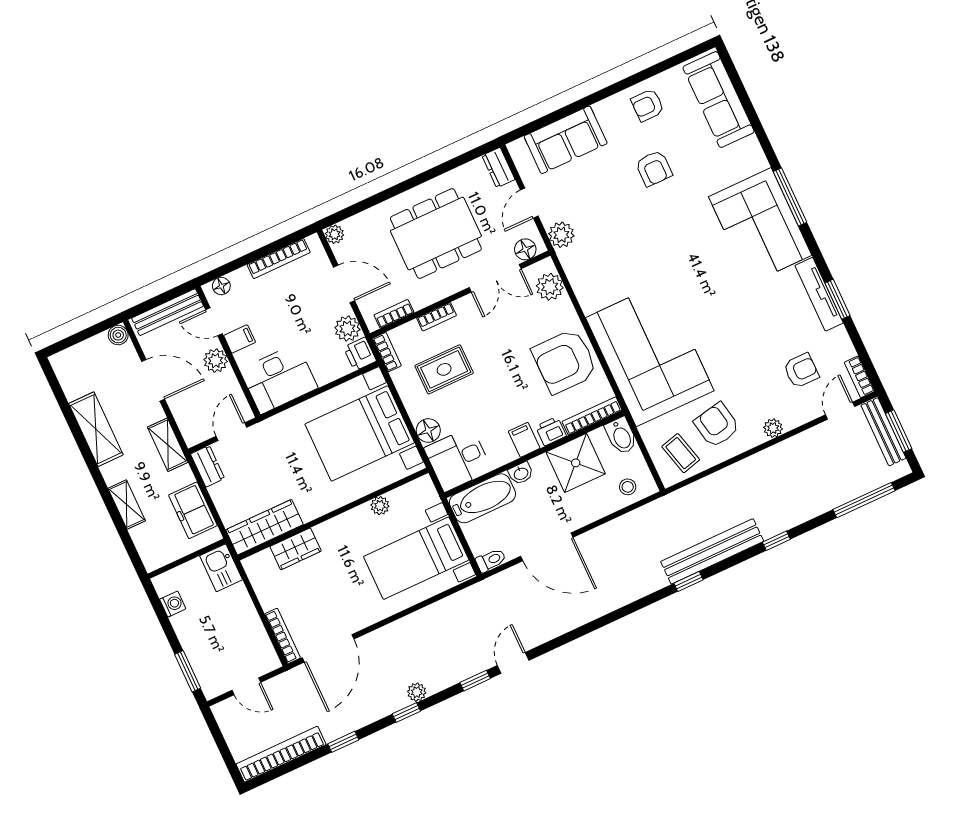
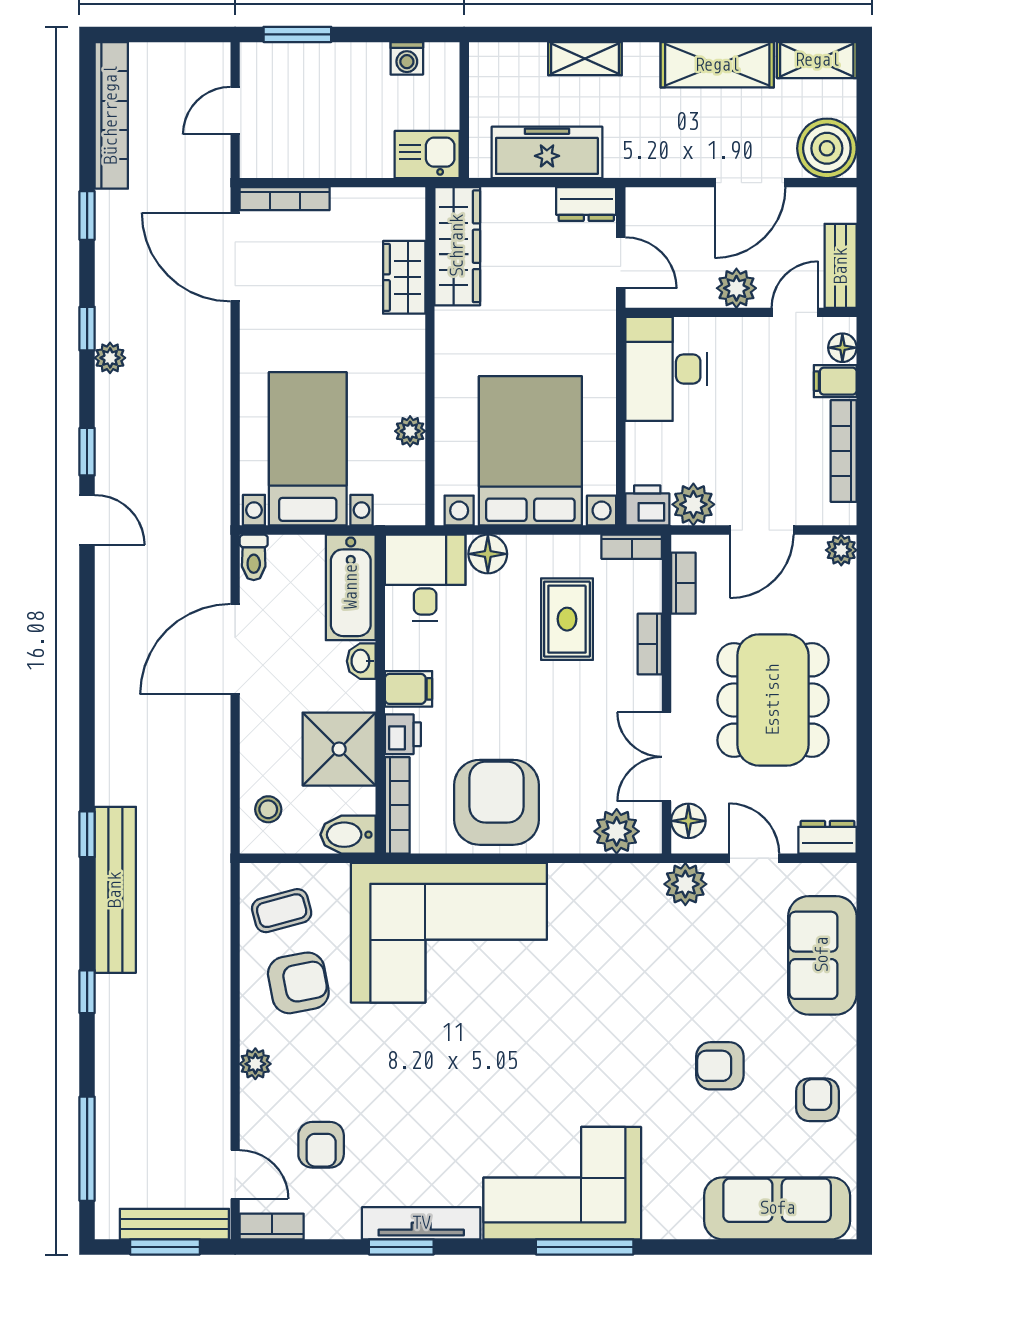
bench: (168, 312) -> (841, 266), width x0.73
boiler: (118, 335) -> (827, 148), width x1.86, depth x1.86
filing cabinet: (240, 339) -> (835, 381), moved, turned 90
shelving: (168, 445) -> (817, 60), moved
freezer: (193, 510) -> (547, 152), width x1.40

